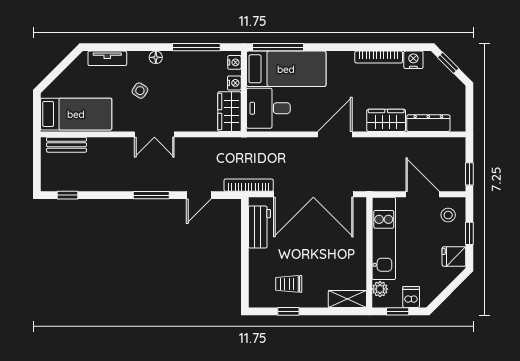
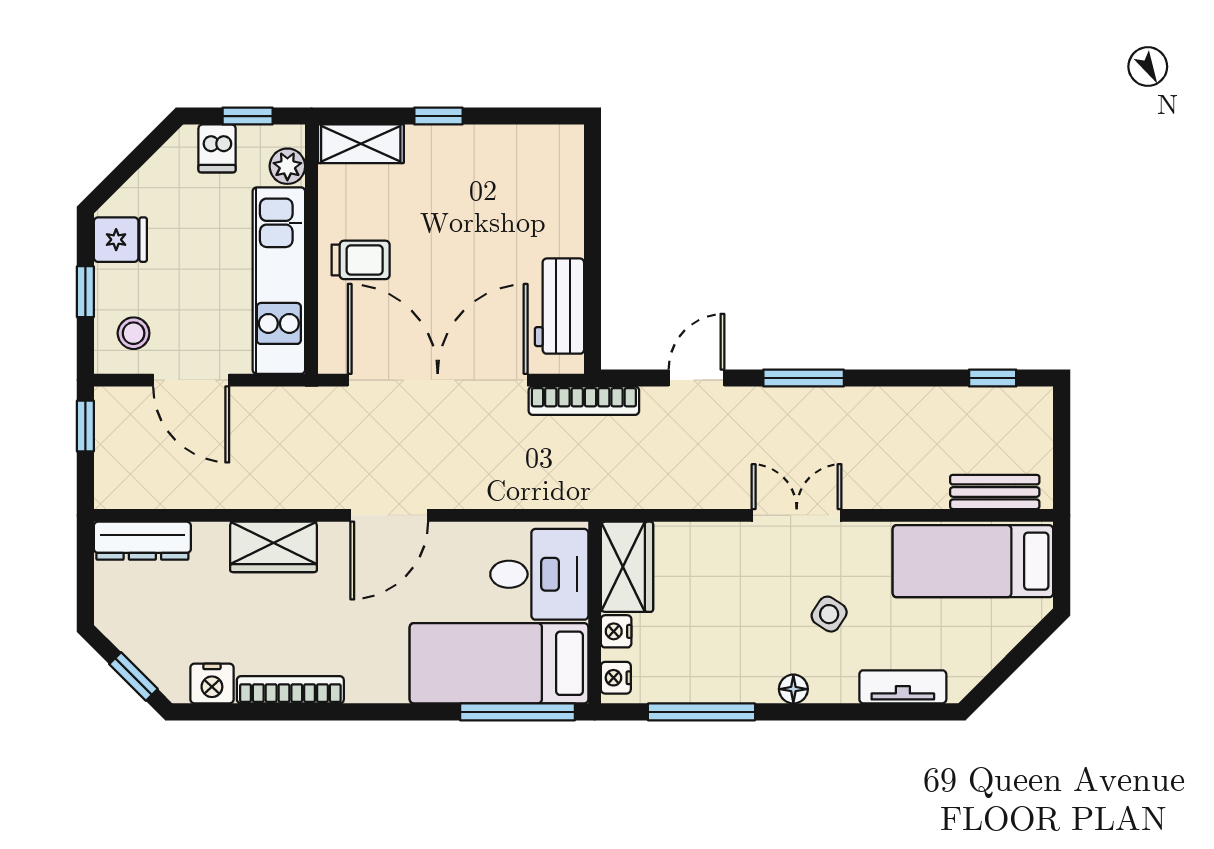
dresser: (428, 123) -> (142, 541), moved
trolley: (289, 284) -> (361, 260), moved
window: (288, 311) -> (438, 116), moved

